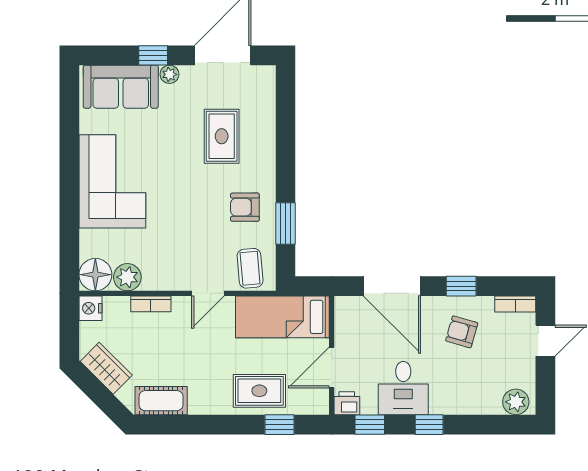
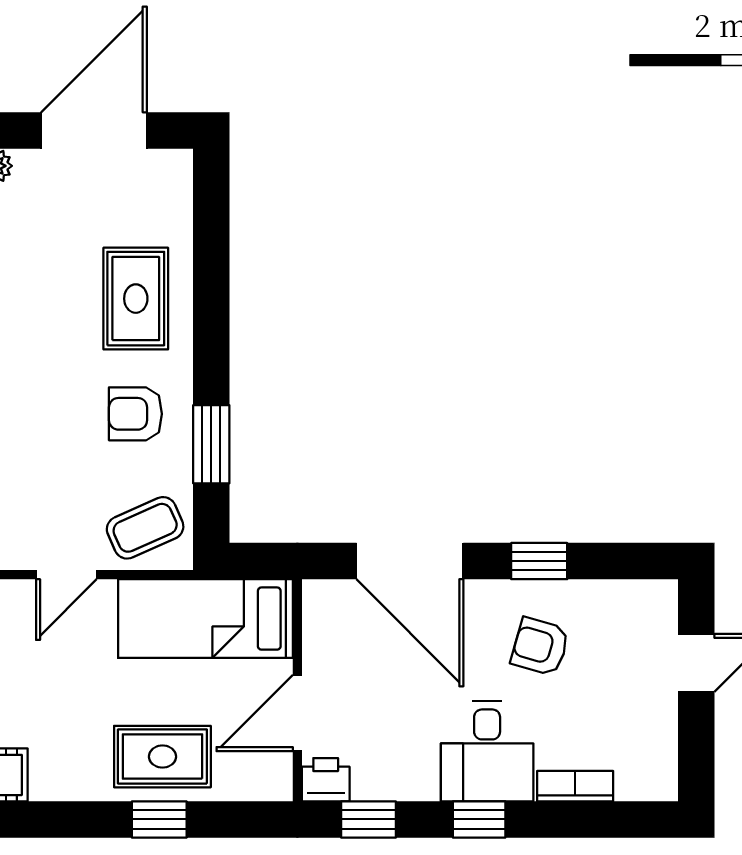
rug: (222, 136) -> (136, 299), moved
coffee table: (250, 268) -> (145, 528), turned 71
bookcase: (515, 304) -> (575, 786), moved, turned 180
desk: (403, 388) -> (487, 751), moved
plant: (516, 402) -> (641, 777), removed
window: (279, 425) -> (159, 819), moved

